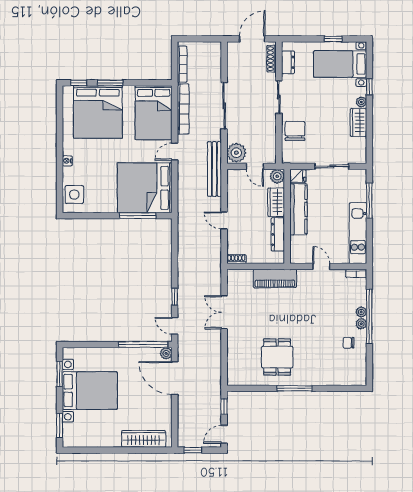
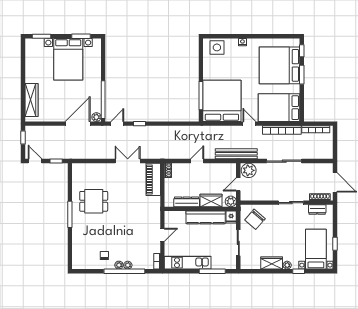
chair: (295, 131) -> (255, 219), moved, turned 131
piano: (275, 278) -> (153, 179), moved

